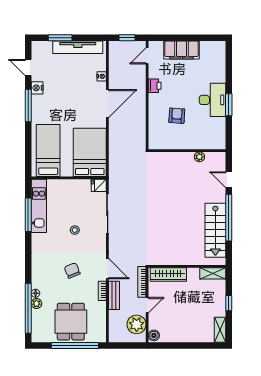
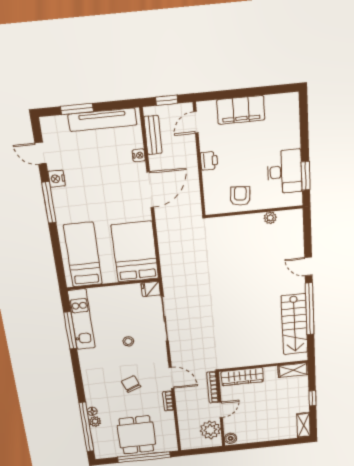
wall: (187, 151) -> (254, 212), moved
plant: (199, 157) -> (270, 218), moved
bench: (114, 295) -> (153, 135), moved

